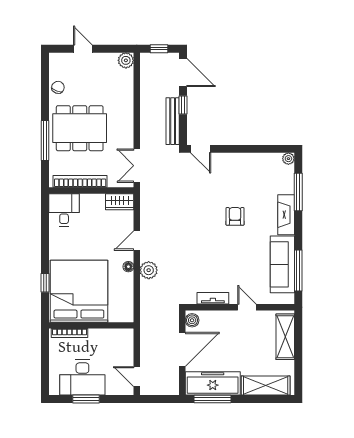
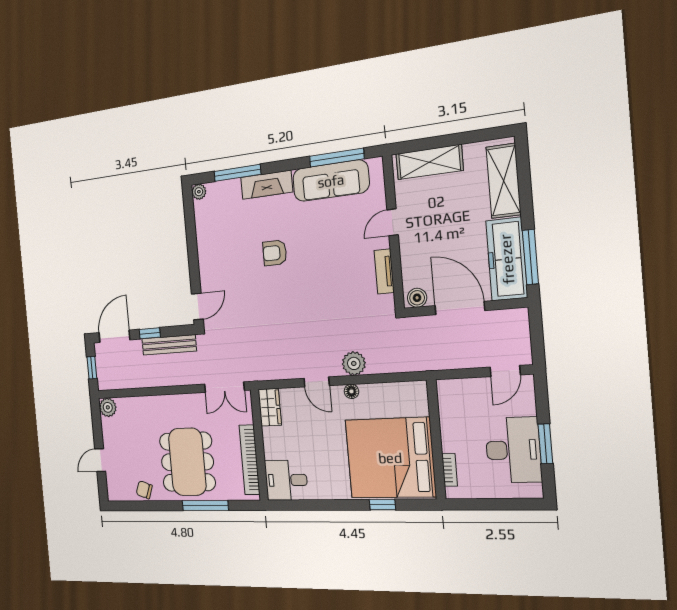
bookcase: (70, 333) -> (450, 470), width x0.64

